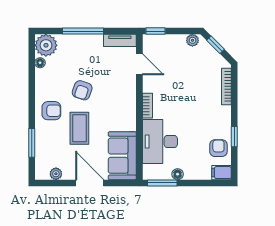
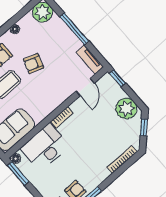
plant: (192, 40) -> (126, 109), width x1.88, depth x1.88
floor lamp: (40, 63) -> (15, 29), moved
floor lamp: (178, 174) -> (16, 159), moved

